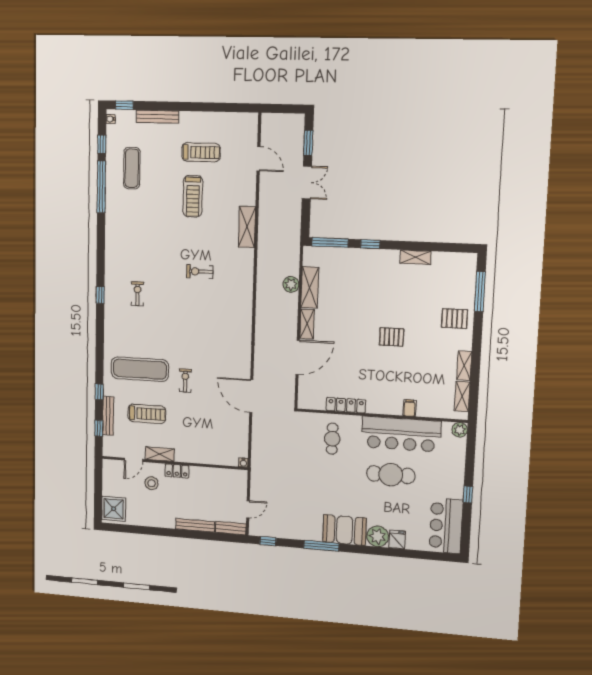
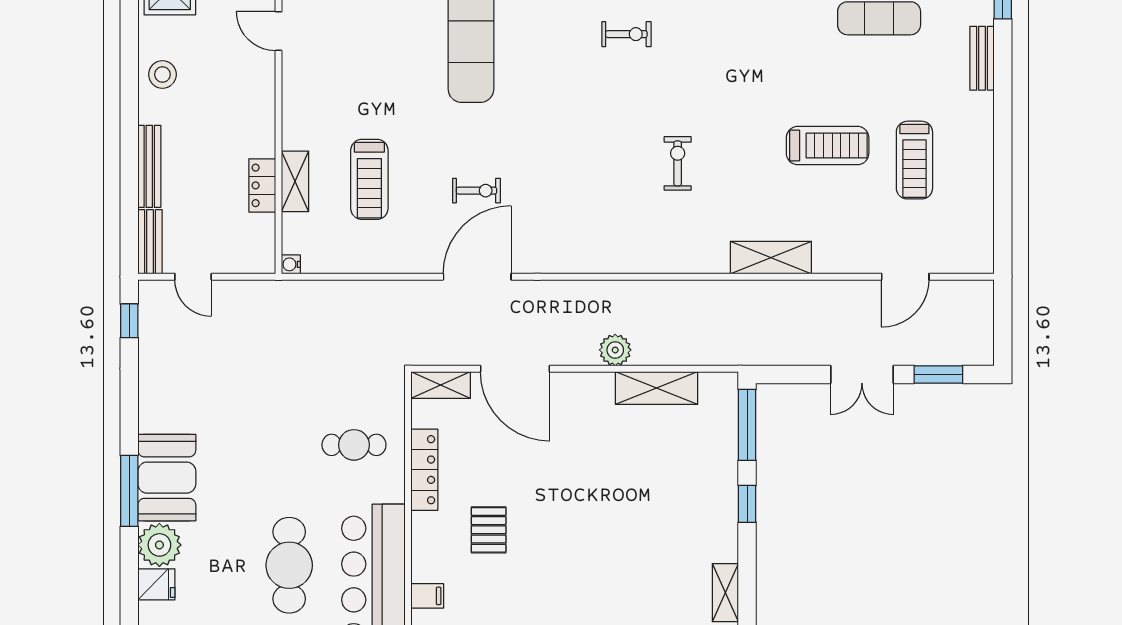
bench: (158, 117) -> (982, 58), width x0.73
treadmill: (193, 196) -> (828, 146), turned 180
plant: (291, 284) -> (615, 350), moved
shelving: (307, 324) -> (441, 385), moved
pallet: (392, 337) -> (489, 530), moved
exercise bike: (185, 381) -> (477, 191), moved
door: (251, 396) -> (477, 277), moved
treadmill: (147, 414) -> (369, 179), moved
shelving: (160, 454) -> (295, 181), moved
locker: (177, 471) -> (262, 185), moved
stool: (152, 483) -> (162, 74), moved
window: (321, 546) -> (129, 491), moved

